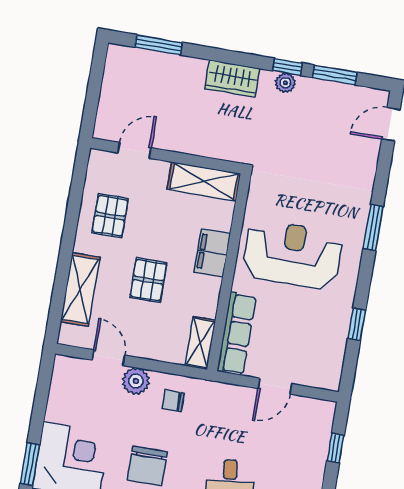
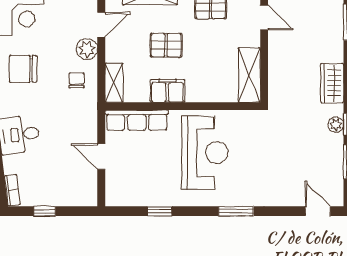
filing cabinet: (212, 253) -> (167, 91), moved
shelving: (200, 343) -> (114, 83), moved, turned 90
window: (336, 448) -> (45, 211), moved

